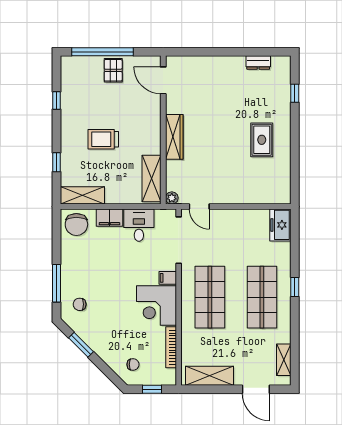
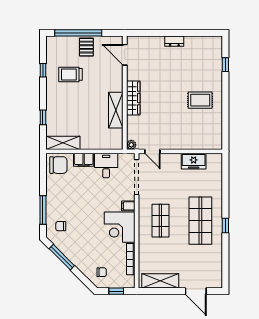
dresser: (258, 63) -> (174, 41), moved
trolley: (103, 139) -> (71, 74), moved
rug: (262, 140) -> (200, 100), turned 90
shelving: (152, 178) -> (116, 110), moved
chair: (76, 224) -> (58, 165), turned -90
freezer: (280, 225) -> (194, 161), moved, turned -90
window: (295, 287) -> (225, 226), moved
shop shelf: (210, 297) -> (160, 221), width x0.70, depth x0.74
window: (81, 345) -> (62, 257), width x1.44
shelving: (284, 360) -> (217, 269), removed

